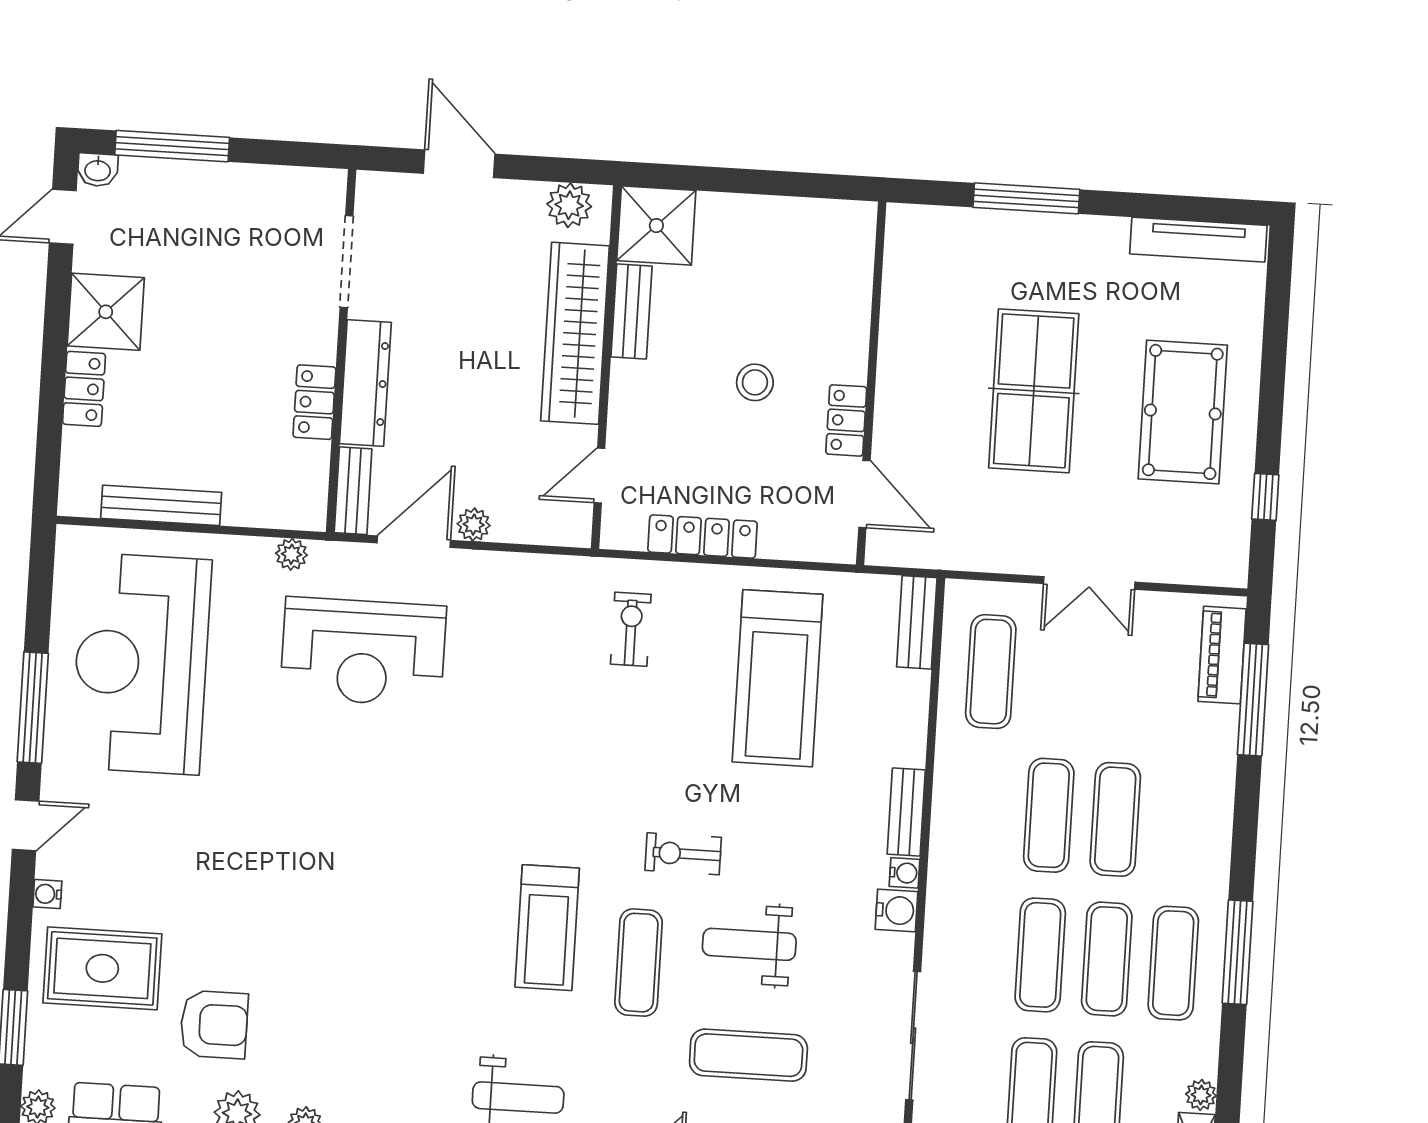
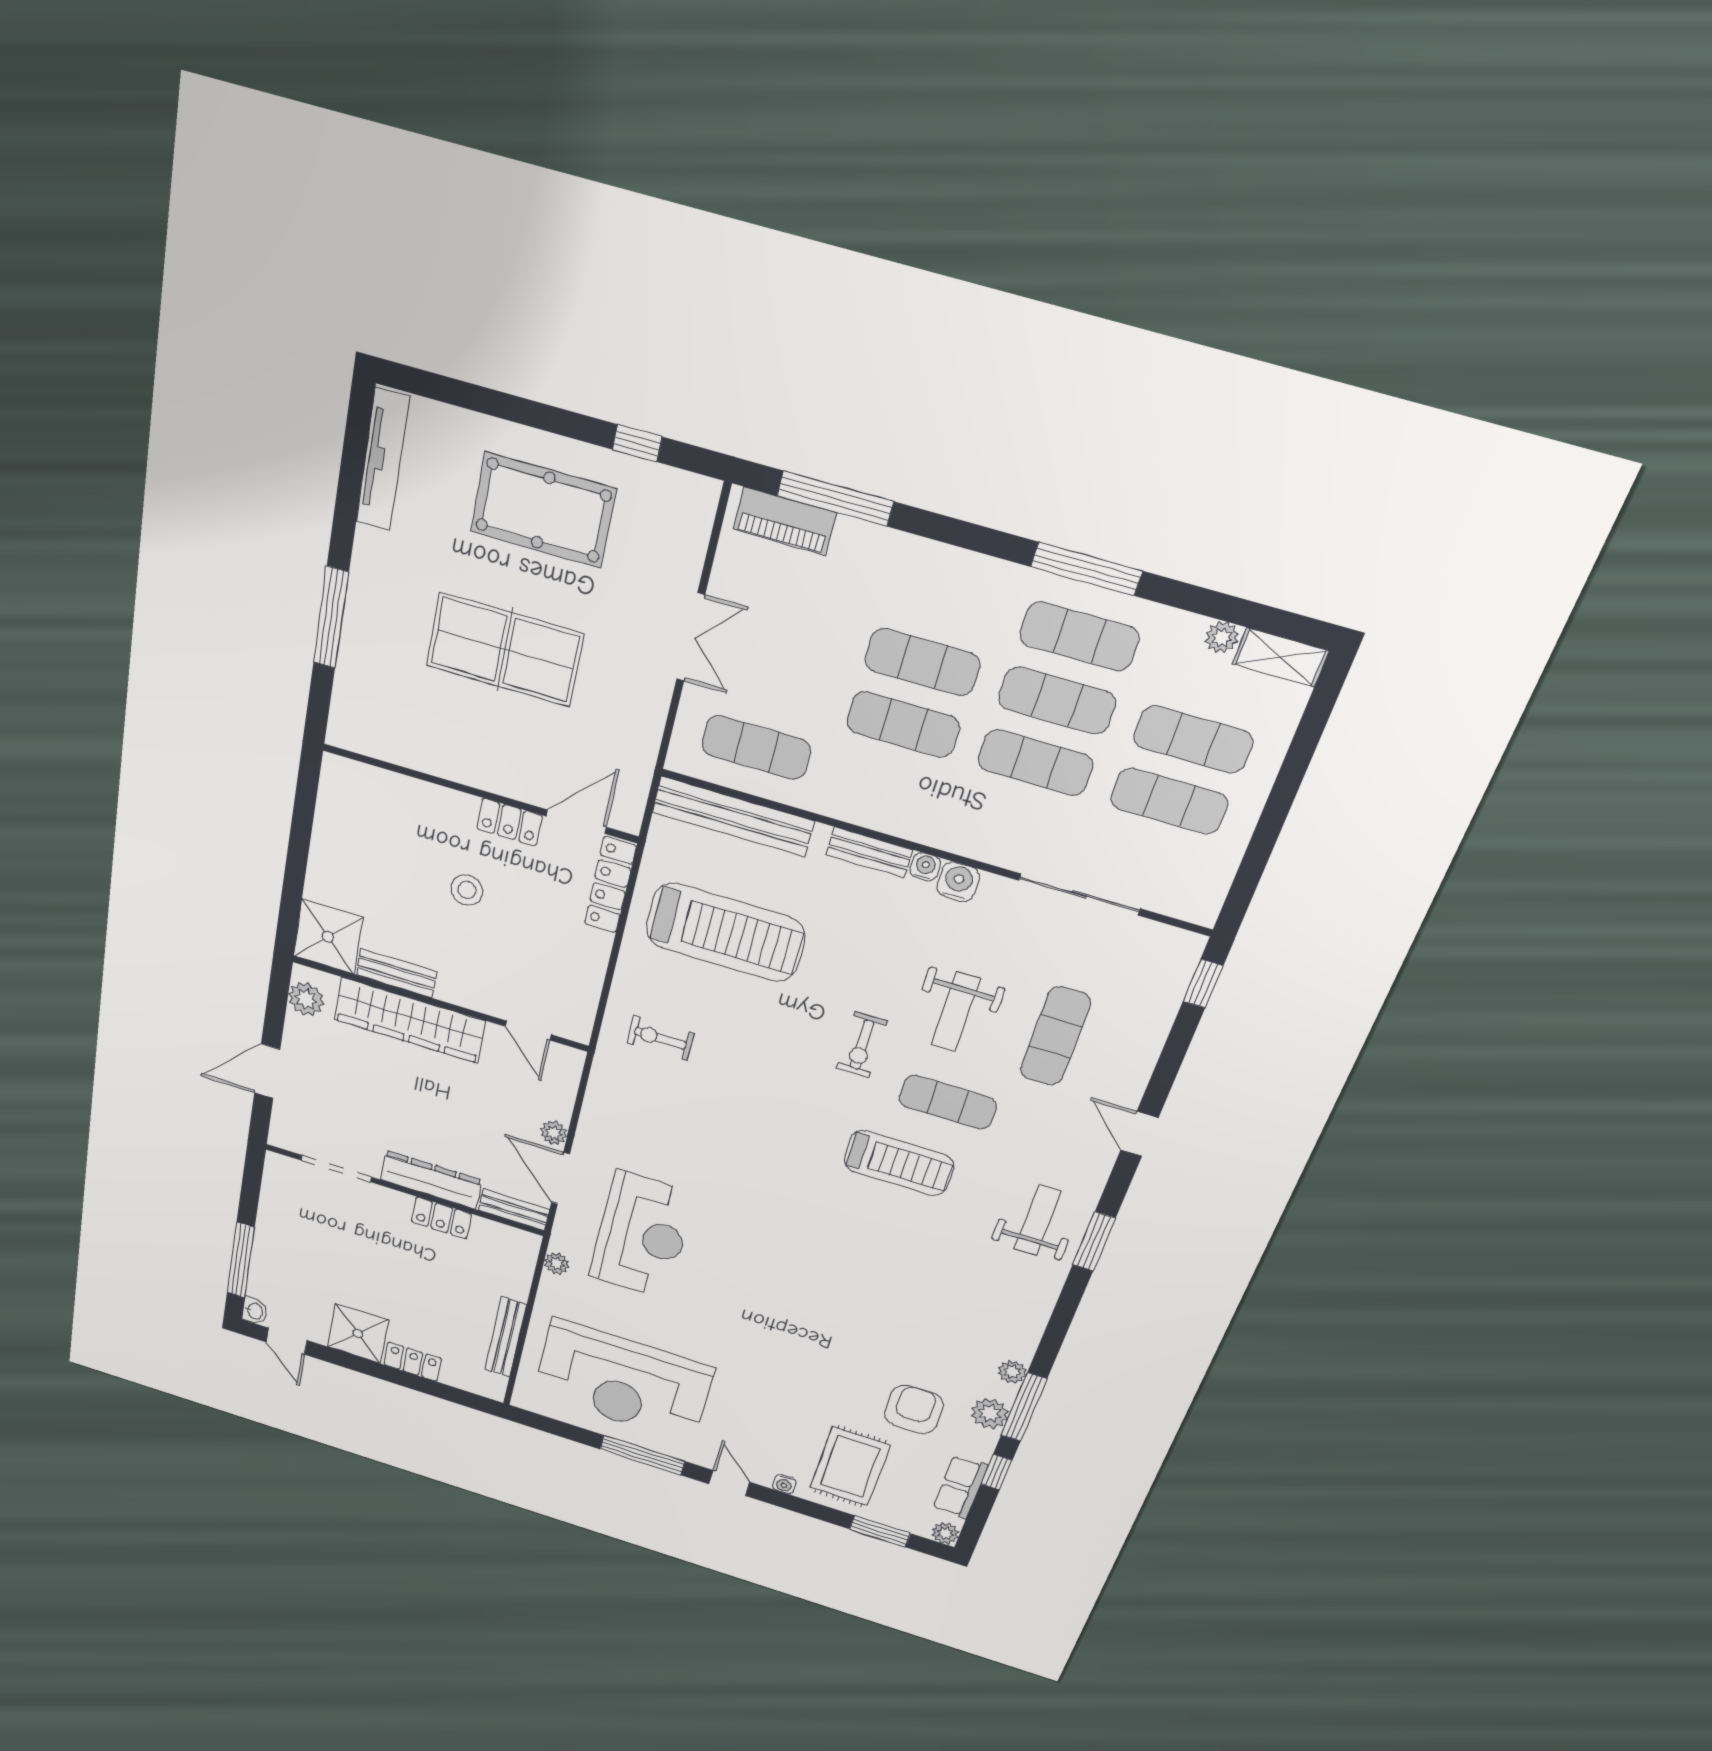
locker: (703, 537) -> (610, 885), moved
bench: (917, 622) -> (733, 817), width x1.86, depth x1.21

